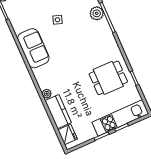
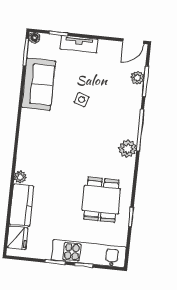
plant: (97, 13) -> (128, 149), moved
sofa: (33, 48) -> (39, 84), moved
dining table: (108, 78) -> (101, 200), turned 90

